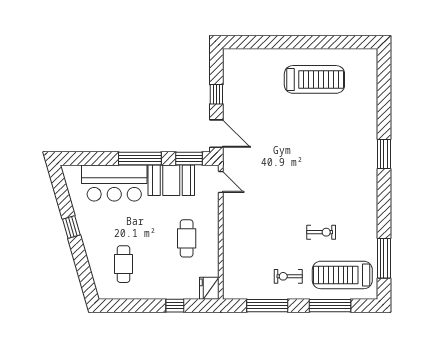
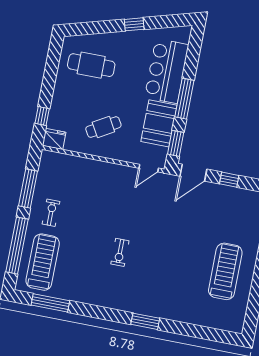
treadmill: (314, 79) -> (225, 271), turned 180
exercise bike: (321, 232) -> (120, 252), moved
cafe table: (187, 238) -> (103, 127), turned -30
cafe table: (123, 264) -> (91, 65), width x1.37, depth x1.35
window: (175, 306) -> (42, 116), moved
window: (330, 306) -> (17, 246), width x1.46

